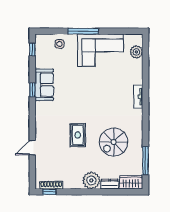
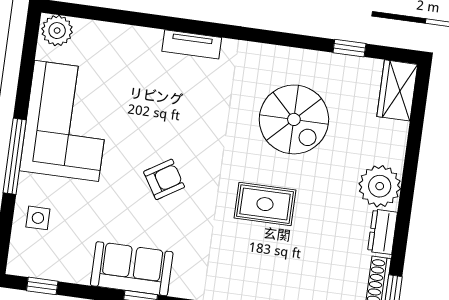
plant: (136, 52) -> (57, 31), moved
armchair: (82, 93) -> (164, 179), added
window: (146, 161) -> (349, 48), width x0.46
dresser: (110, 184) -> (382, 232), moved

